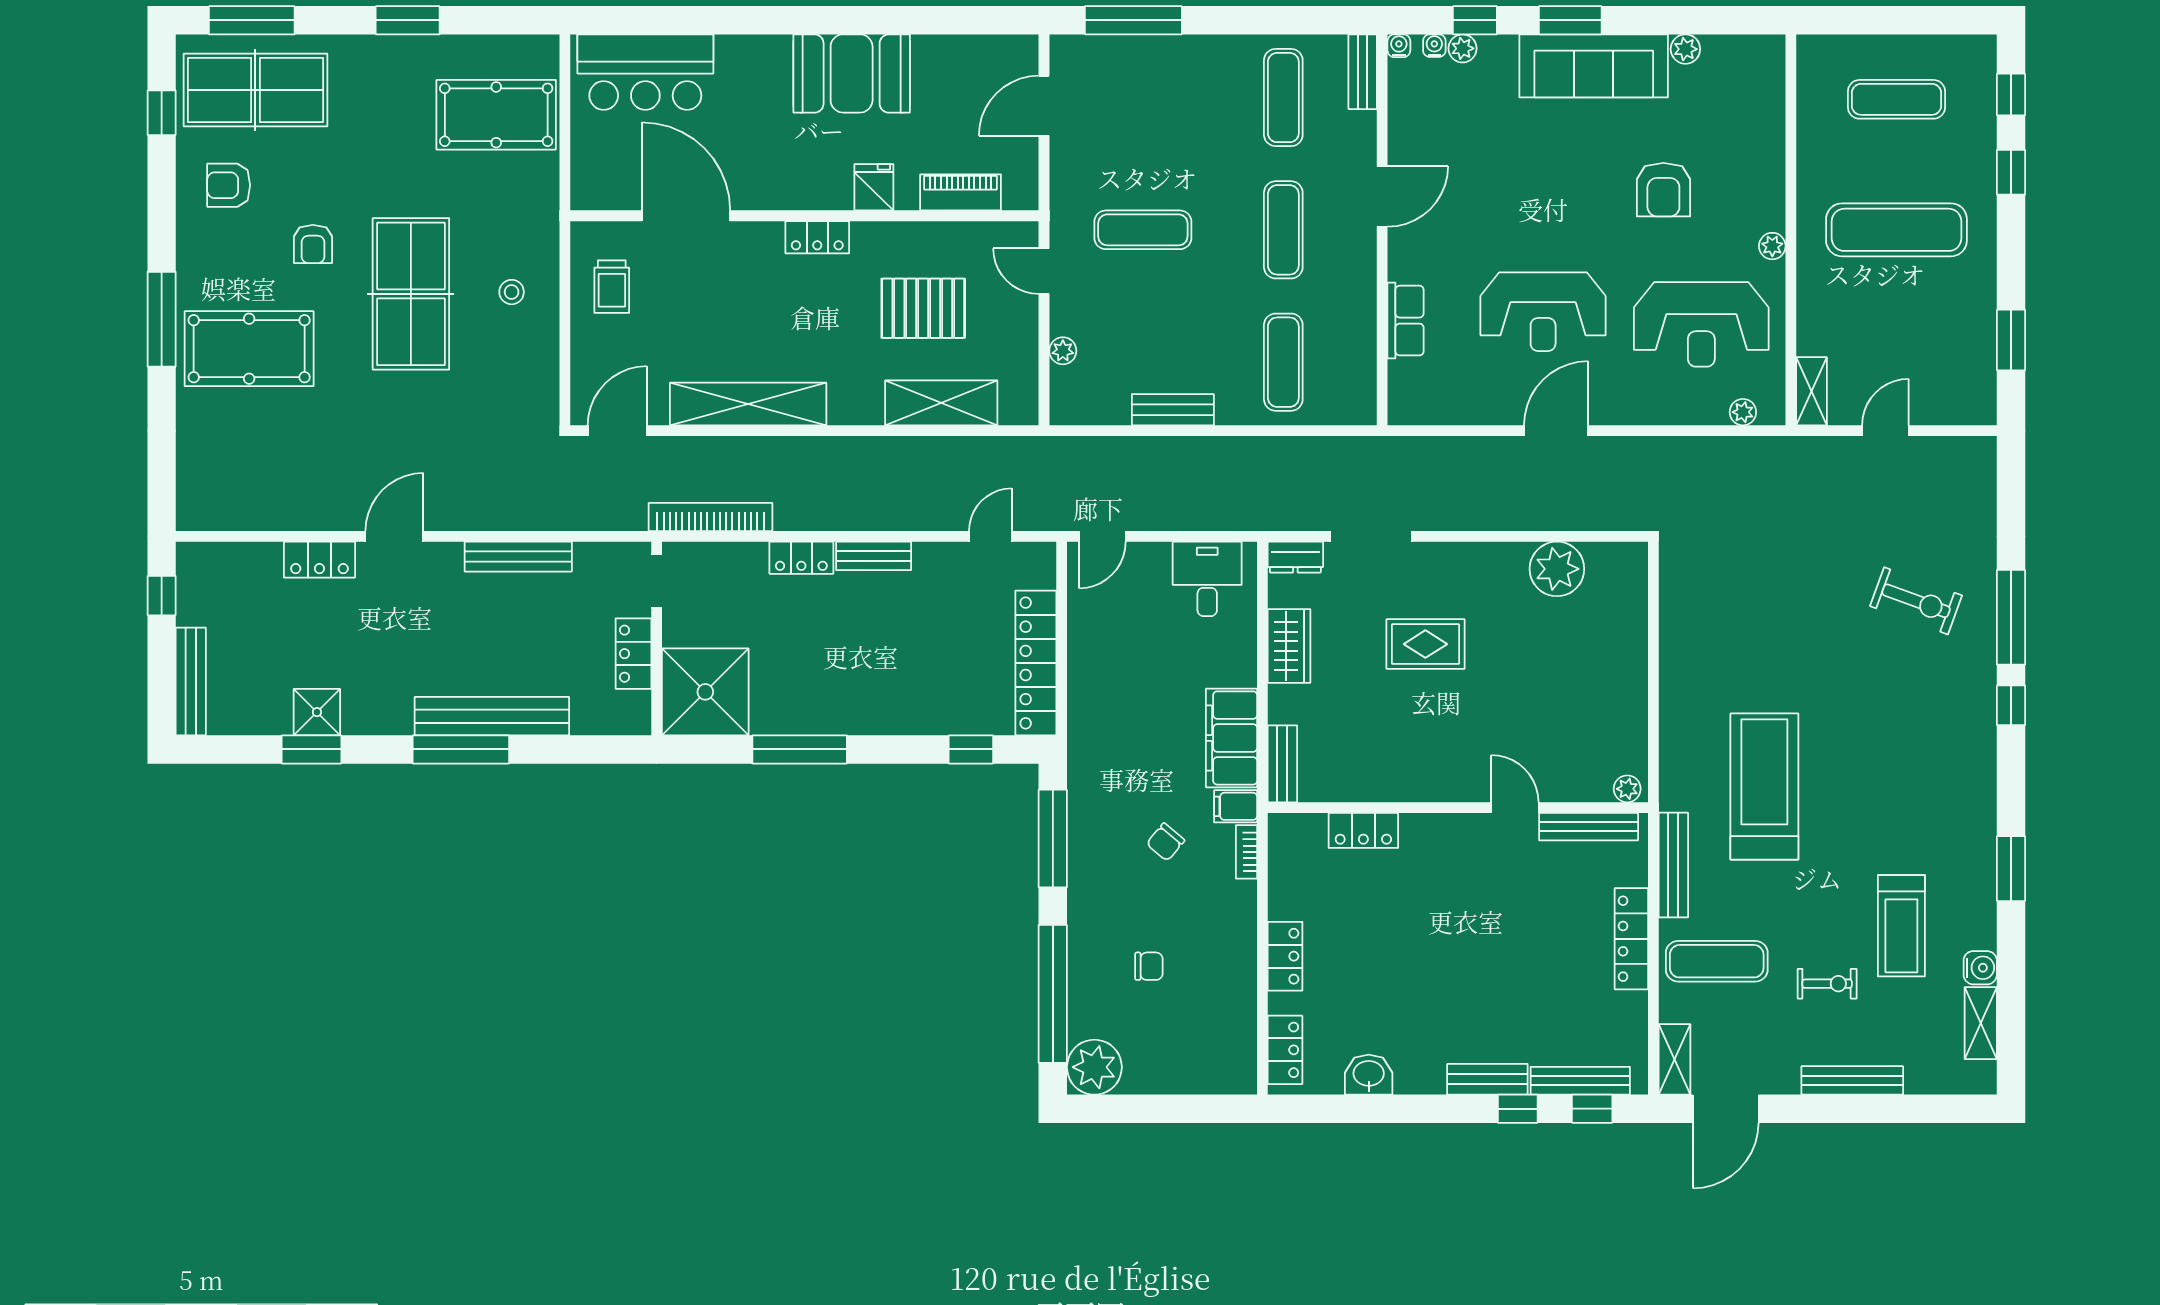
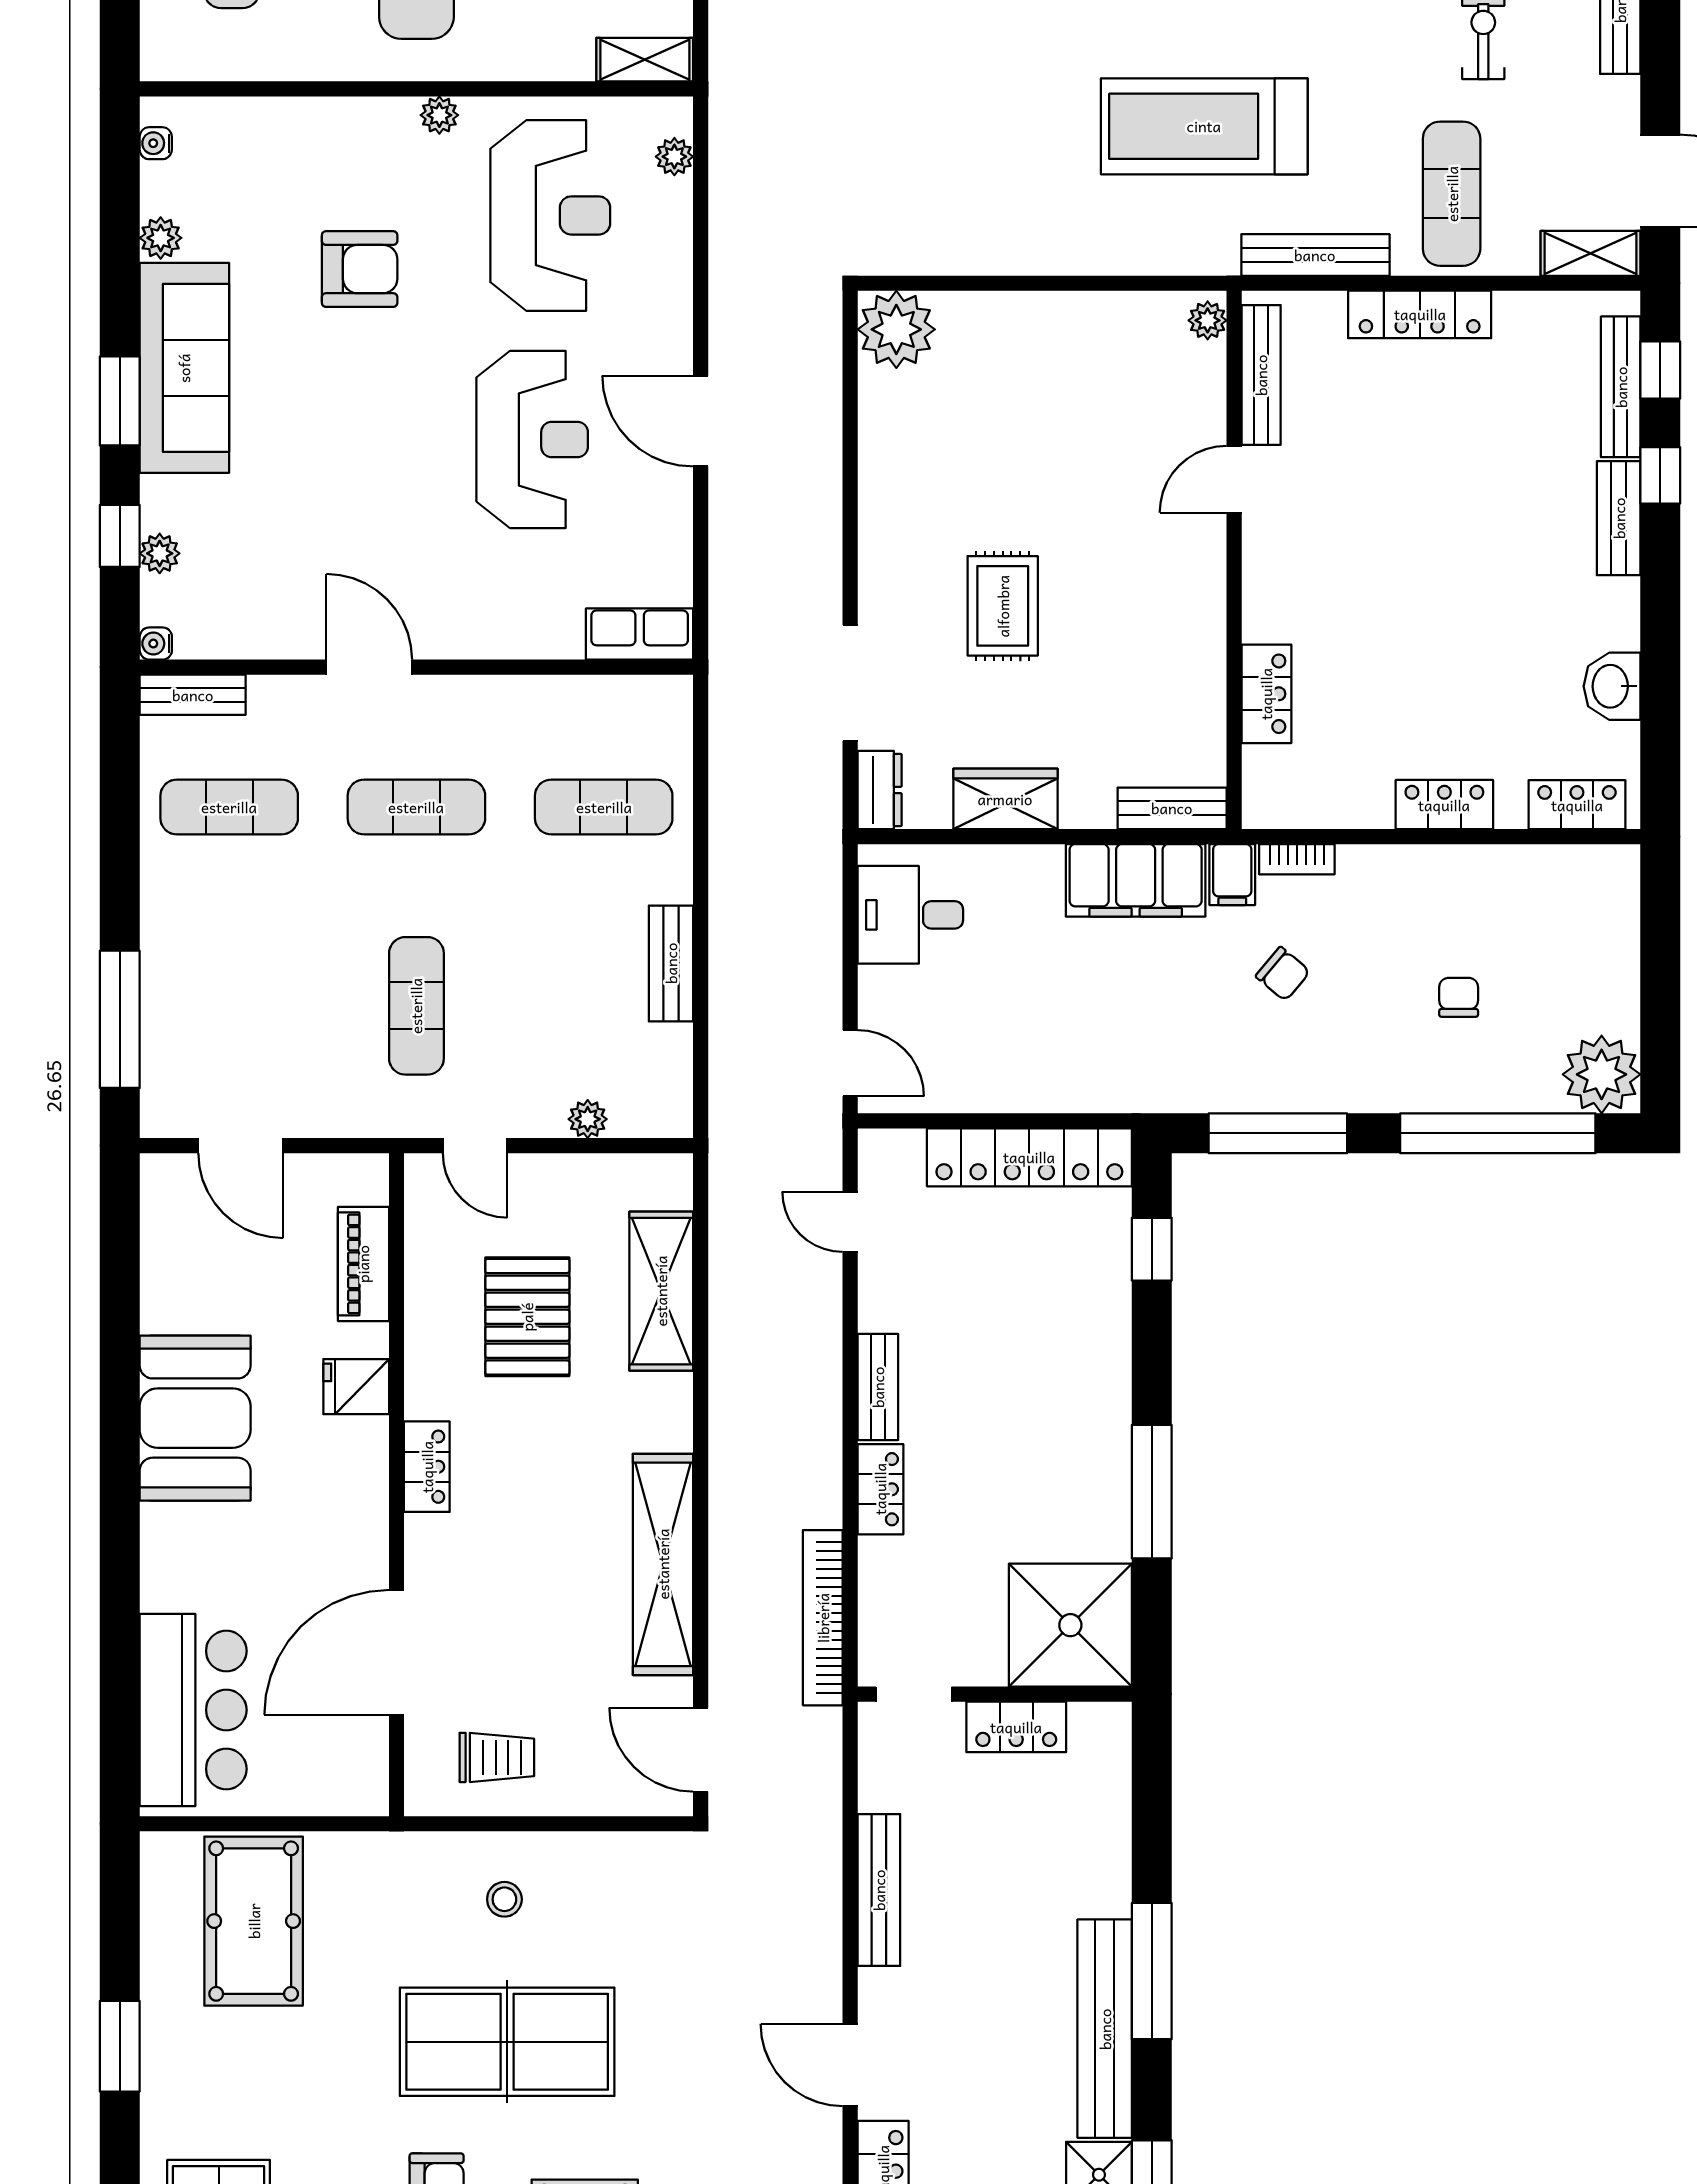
water cooler: (1434, 46) -> (156, 143), moved
door: (1044, 271) -> (475, 1146), hinge flipped
row of seats: (1406, 321) -> (640, 634), moved
plant: (1557, 569) -> (896, 329), moved
bench: (492, 716) -> (1105, 2029), moved

